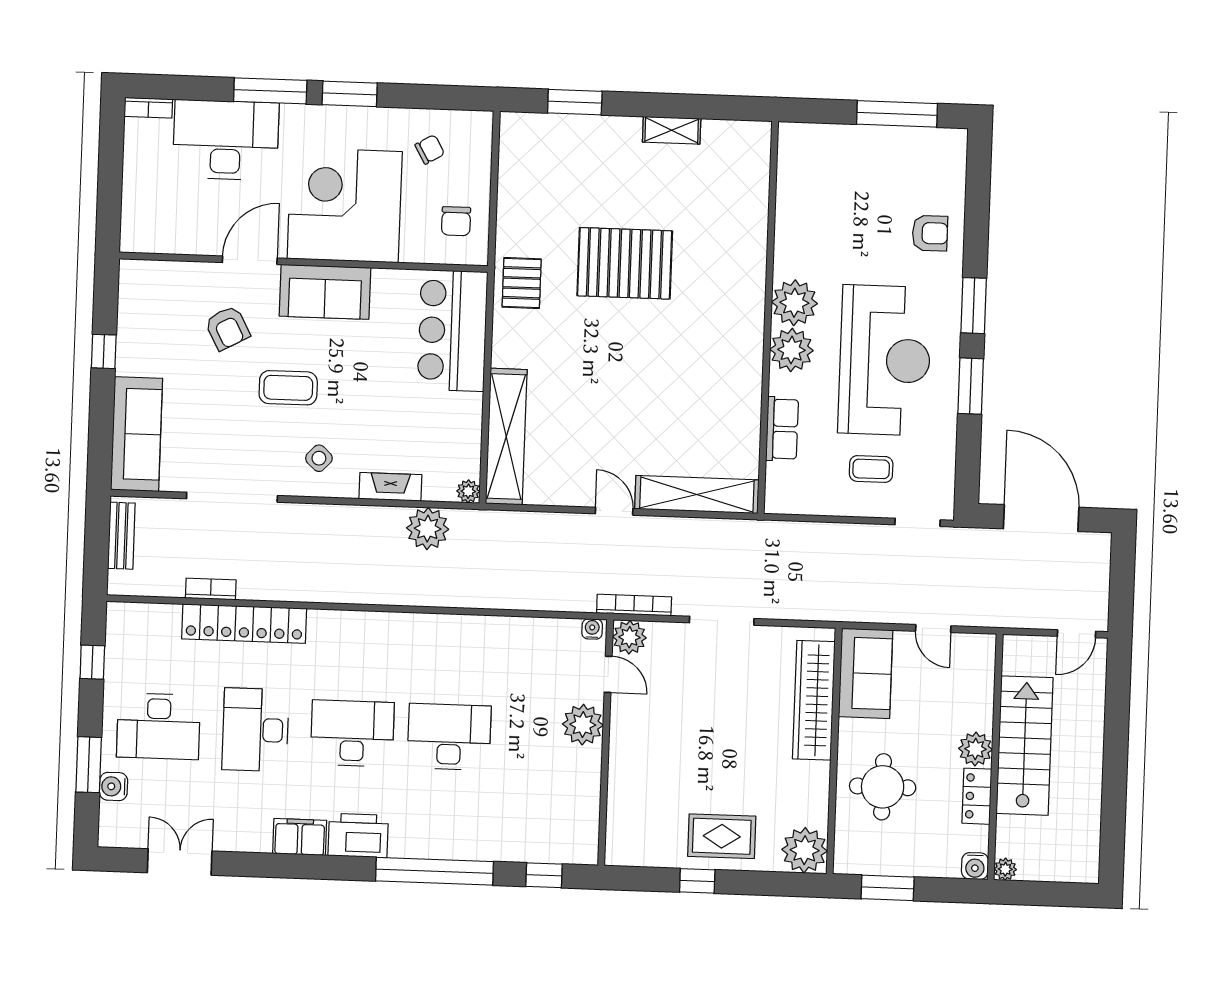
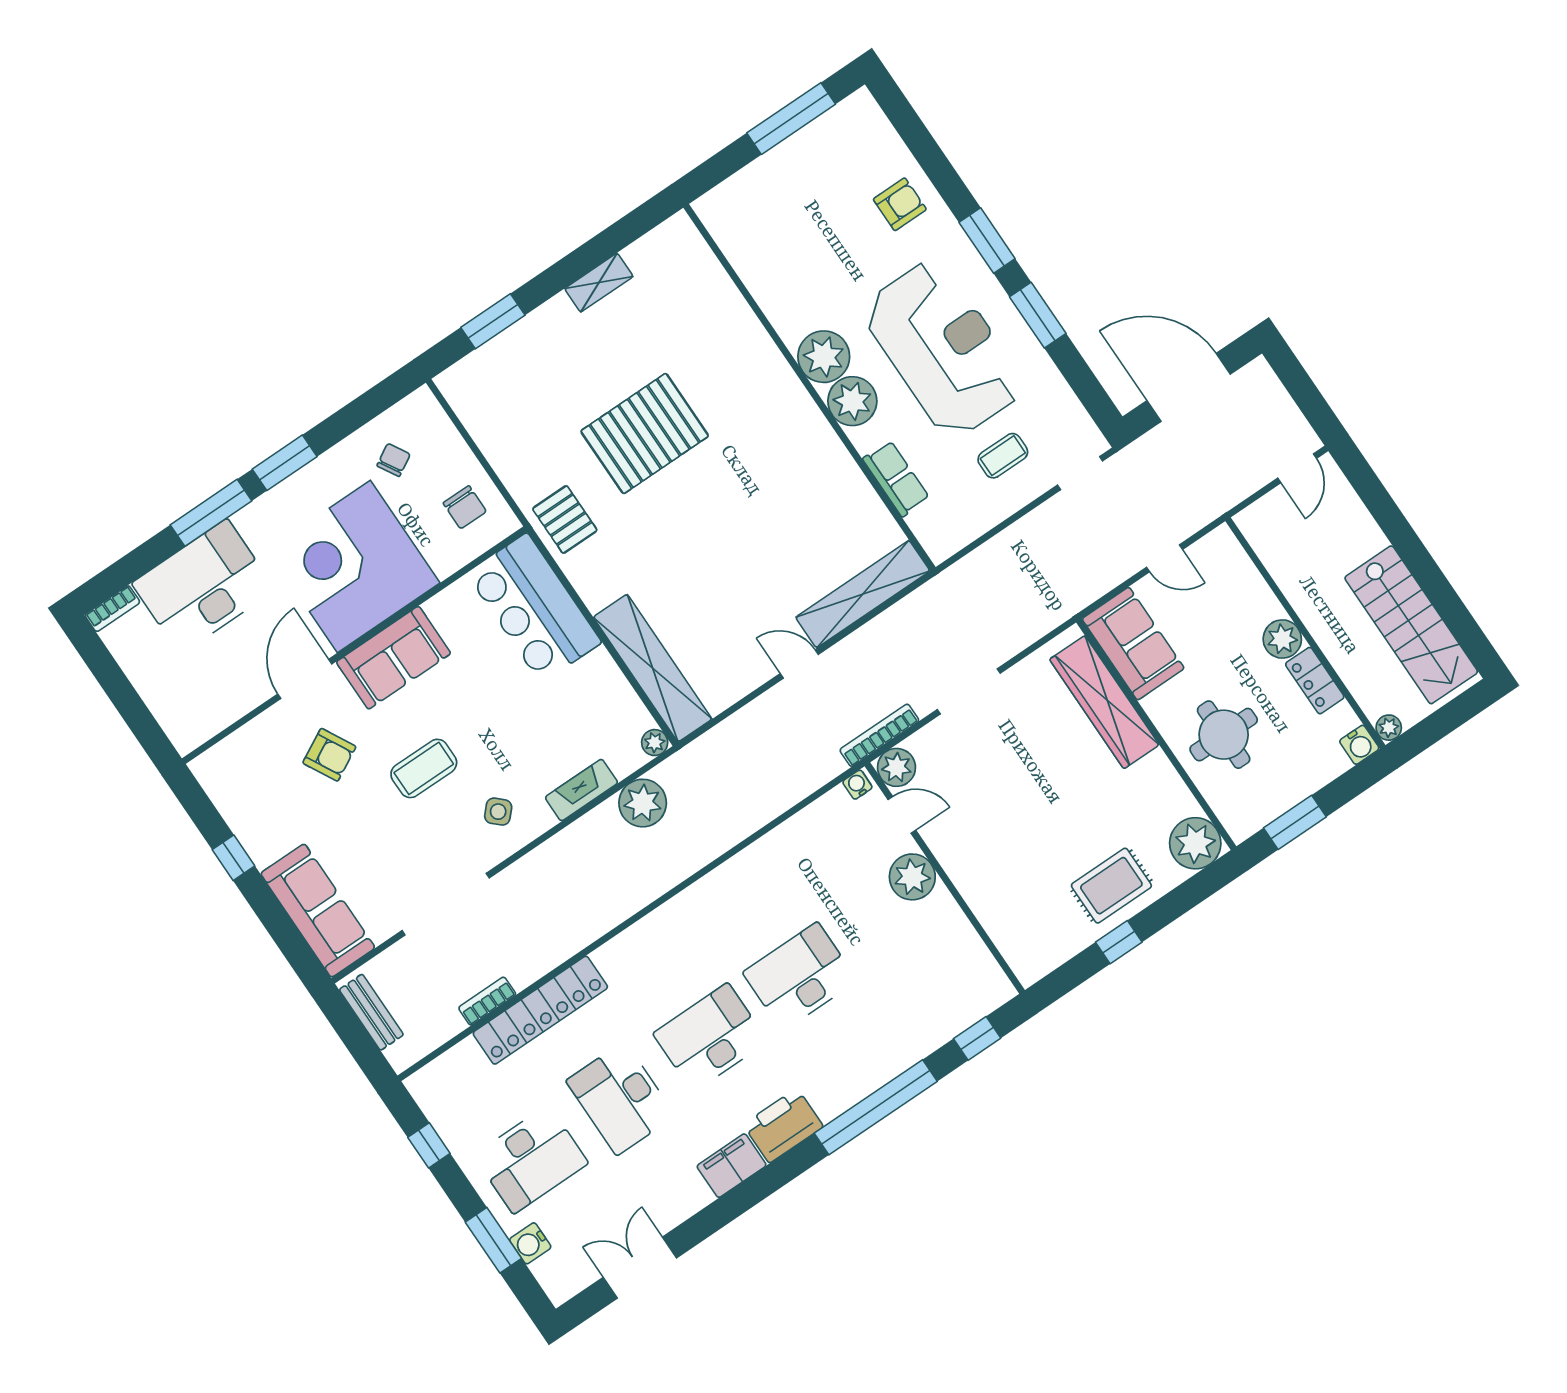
stairs: (1025, 746) -> (1411, 625), moved, turned 180

